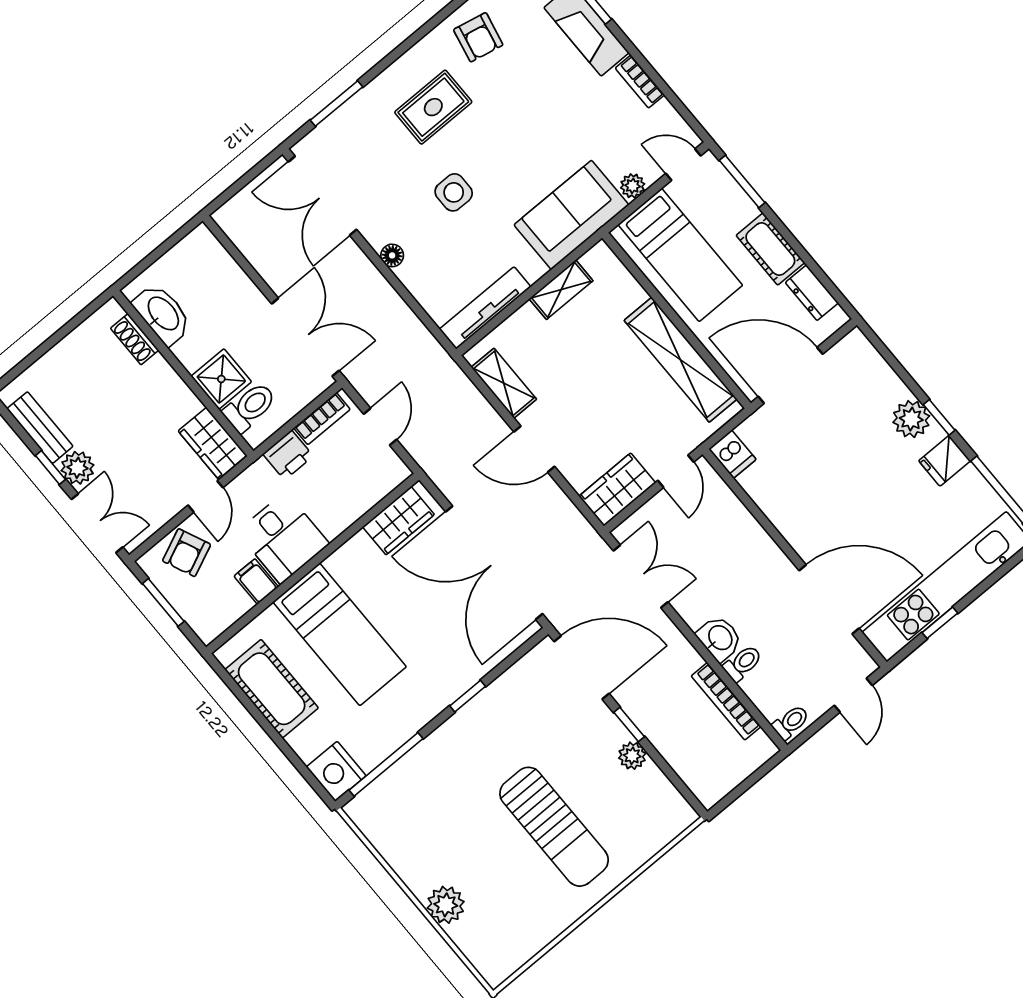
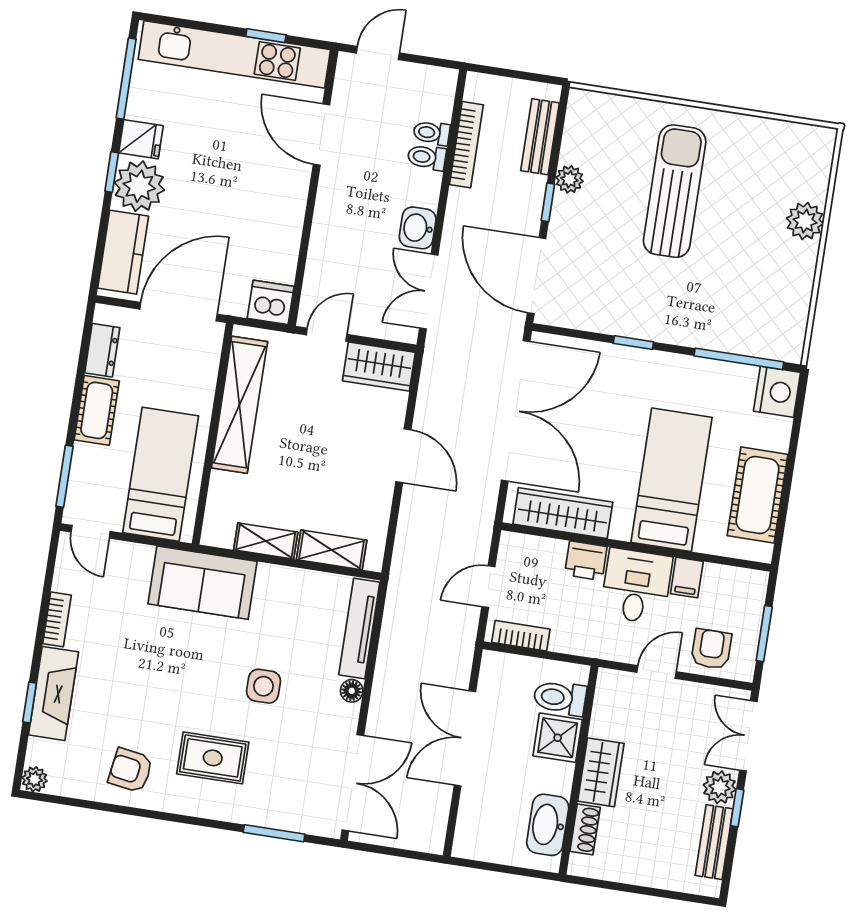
armchair: (478, 37) -> (130, 770), turned -93
plant: (633, 186) -> (140, 556), removed
tv unit: (485, 308) -> (359, 628), moved, turned 90
double door: (305, 337) -> (465, 738), moved
kitchen counter: (872, 373) -> (123, 252), added
door: (791, 375) -> (178, 312), swing flipped
shelving: (504, 383) -> (332, 550), moved, turned 90
plant: (911, 419) -> (139, 186), width x1.36, depth x1.36
wardrobe: (213, 444) -> (601, 772), moved
dishwasher: (732, 454) -> (271, 302), width x1.38
printer: (288, 455) -> (586, 561), moved, turned 180
wardrobe: (399, 521) -> (563, 513), width x1.50
armchair: (187, 553) -> (711, 649), turned -66
door: (829, 599) -> (321, 134), width x0.73
washbasin: (720, 638) -> (418, 228), moved
toilet: (791, 722) -> (432, 133), moved
bench: (683, 762) -> (540, 137), added

